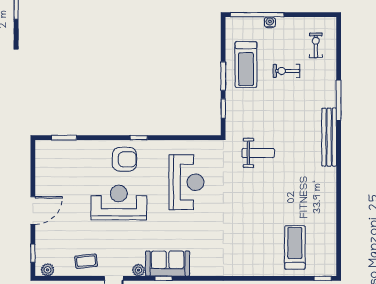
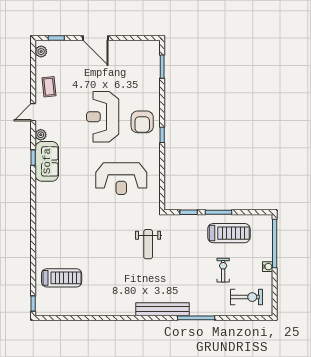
water cooler: (270, 22) -> (268, 267), moved
exercise bike: (316, 45) -> (247, 297), width x1.38, depth x1.39
treadmill: (246, 65) -> (229, 233), turned 180
reception desk: (119, 203) -> (103, 117), turned 180

